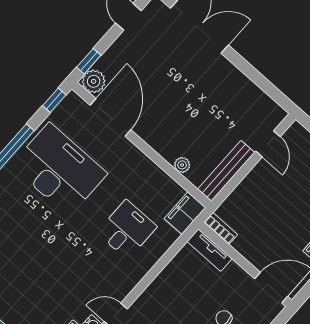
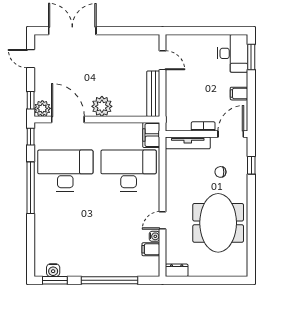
plant: (182, 165) -> (102, 106), moved, width x1.87, depth x1.87
bookcase: (221, 228) -> (203, 126), moved
desk: (127, 230) -> (129, 171), width x1.87, depth x1.30
tv unit: (210, 250) -> (188, 143), width x1.41

